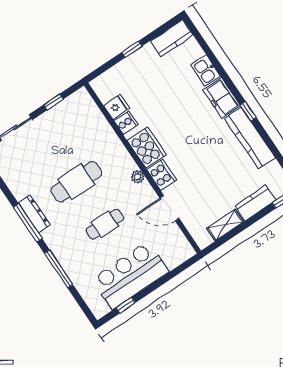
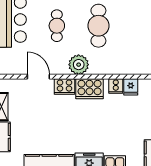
plant: (138, 177) -> (79, 65), width x1.88, depth x1.88
door: (170, 208) -> (38, 77), hinge flipped

